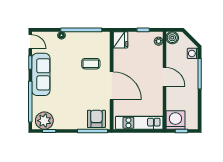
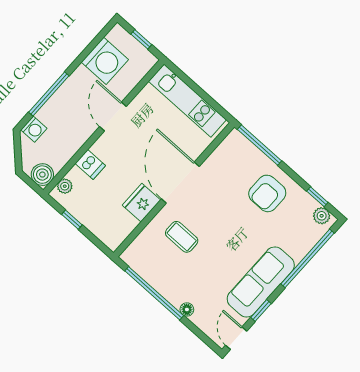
fridge: (120, 40) -> (141, 203), moved
dishwasher: (156, 60) -> (90, 164), added
door: (164, 77) -> (113, 116), moved
armchair: (96, 119) -> (267, 193), moved
washing machine: (175, 120) -> (105, 61), moved, turned -90
plant: (44, 121) -> (322, 216), width x0.53, depth x0.53

